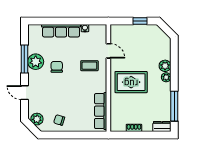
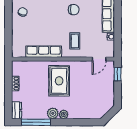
window: (140, 21) -> (118, 74), moved
door: (108, 51) -> (99, 59), moved
plant: (165, 66) -> (53, 113), moved
row of seats: (101, 111) -> (44, 52), moved

